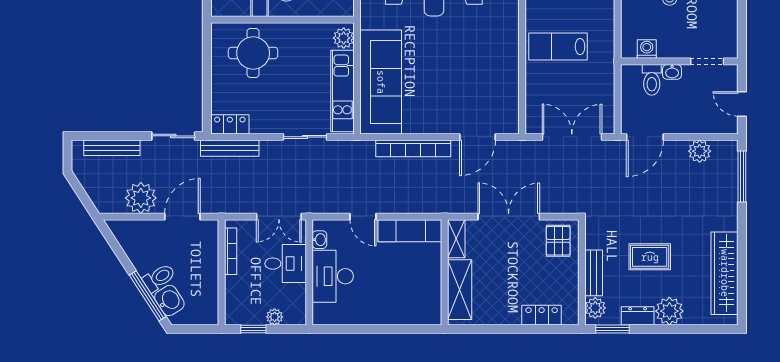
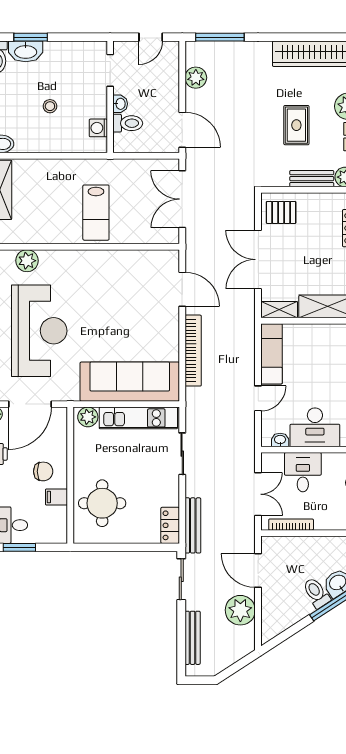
double door: (279, 217) -> (258, 494), moved

